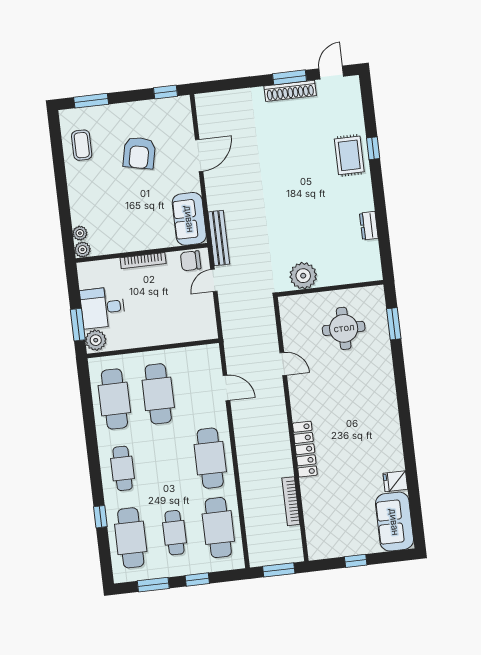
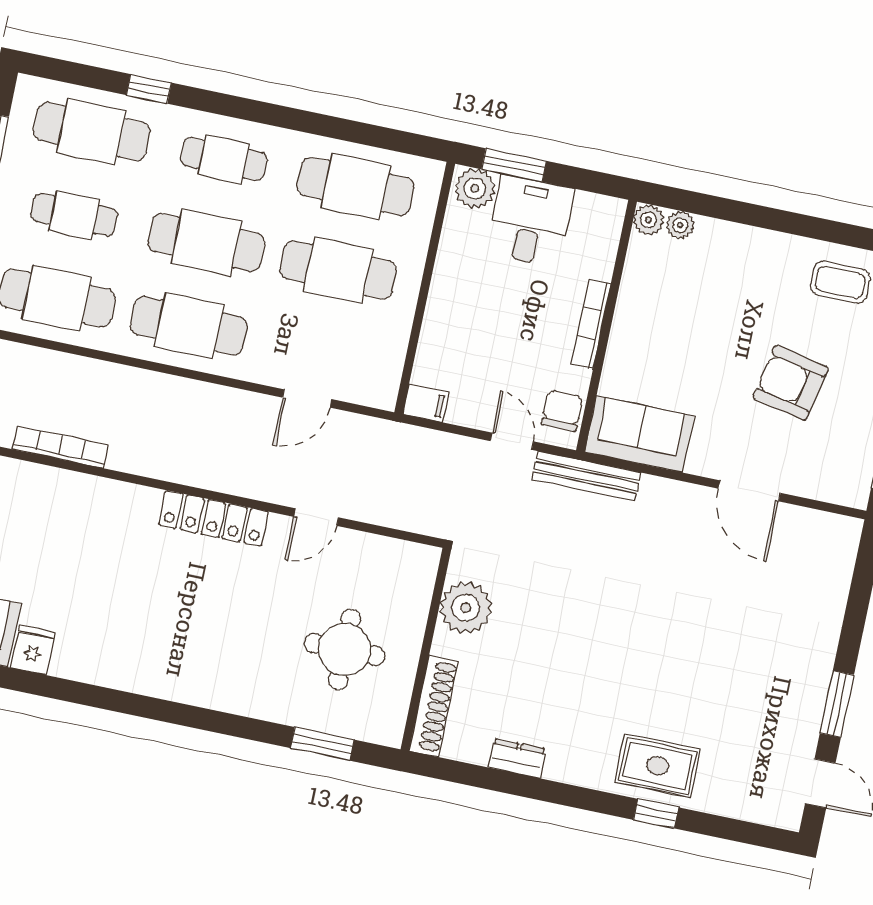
shoe rack: (290, 91) -> (434, 706), moved, turned 180
filing cabinet: (209, 329) -> (426, 403), added
locker: (305, 449) -> (213, 518), moved
cafe table: (166, 463) -> (206, 242), added

